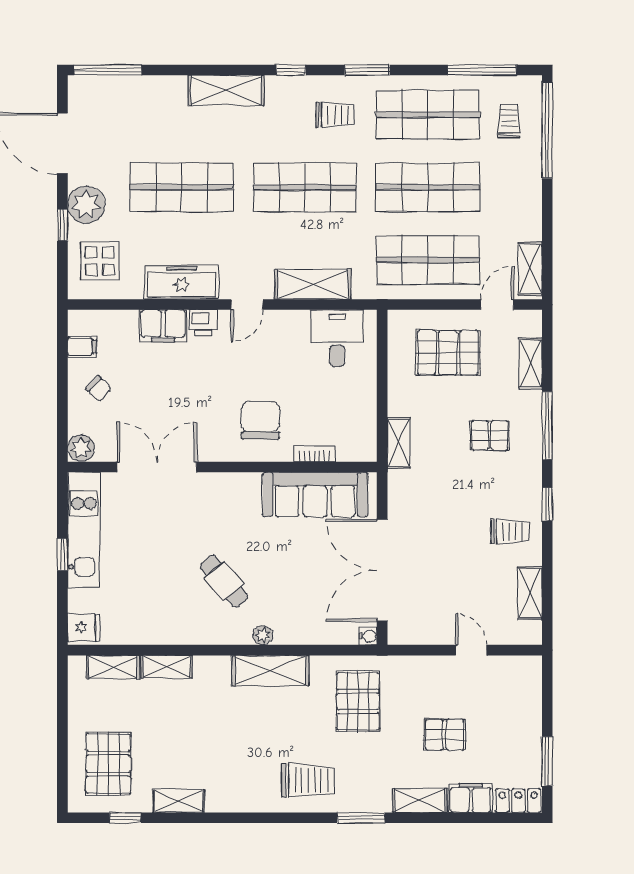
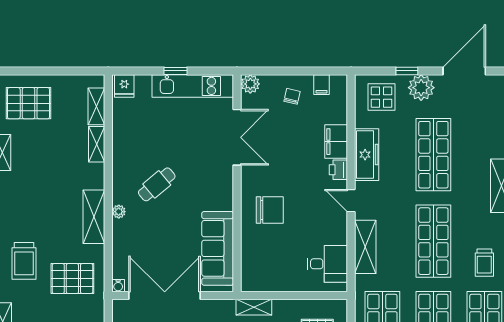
chair: (99, 389) -> (292, 96), turned 149
bookcase: (315, 454) -> (246, 248), removed
trolley: (308, 780) -> (24, 261), moved

